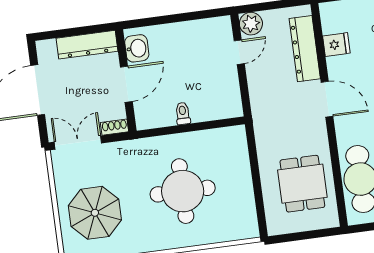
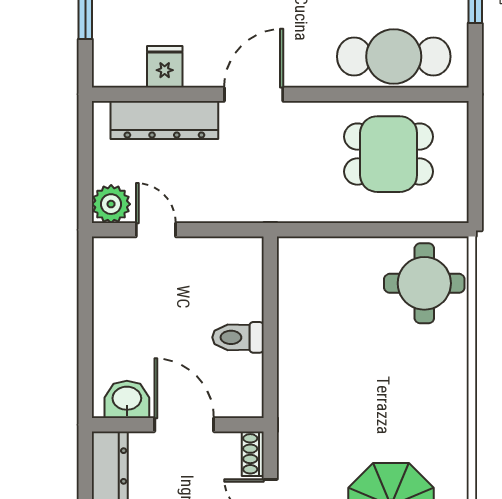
toilet: (183, 113) -> (238, 337), width x1.37, depth x1.39
round table: (183, 191) -> (424, 283), moved, width x0.73, depth x0.73

